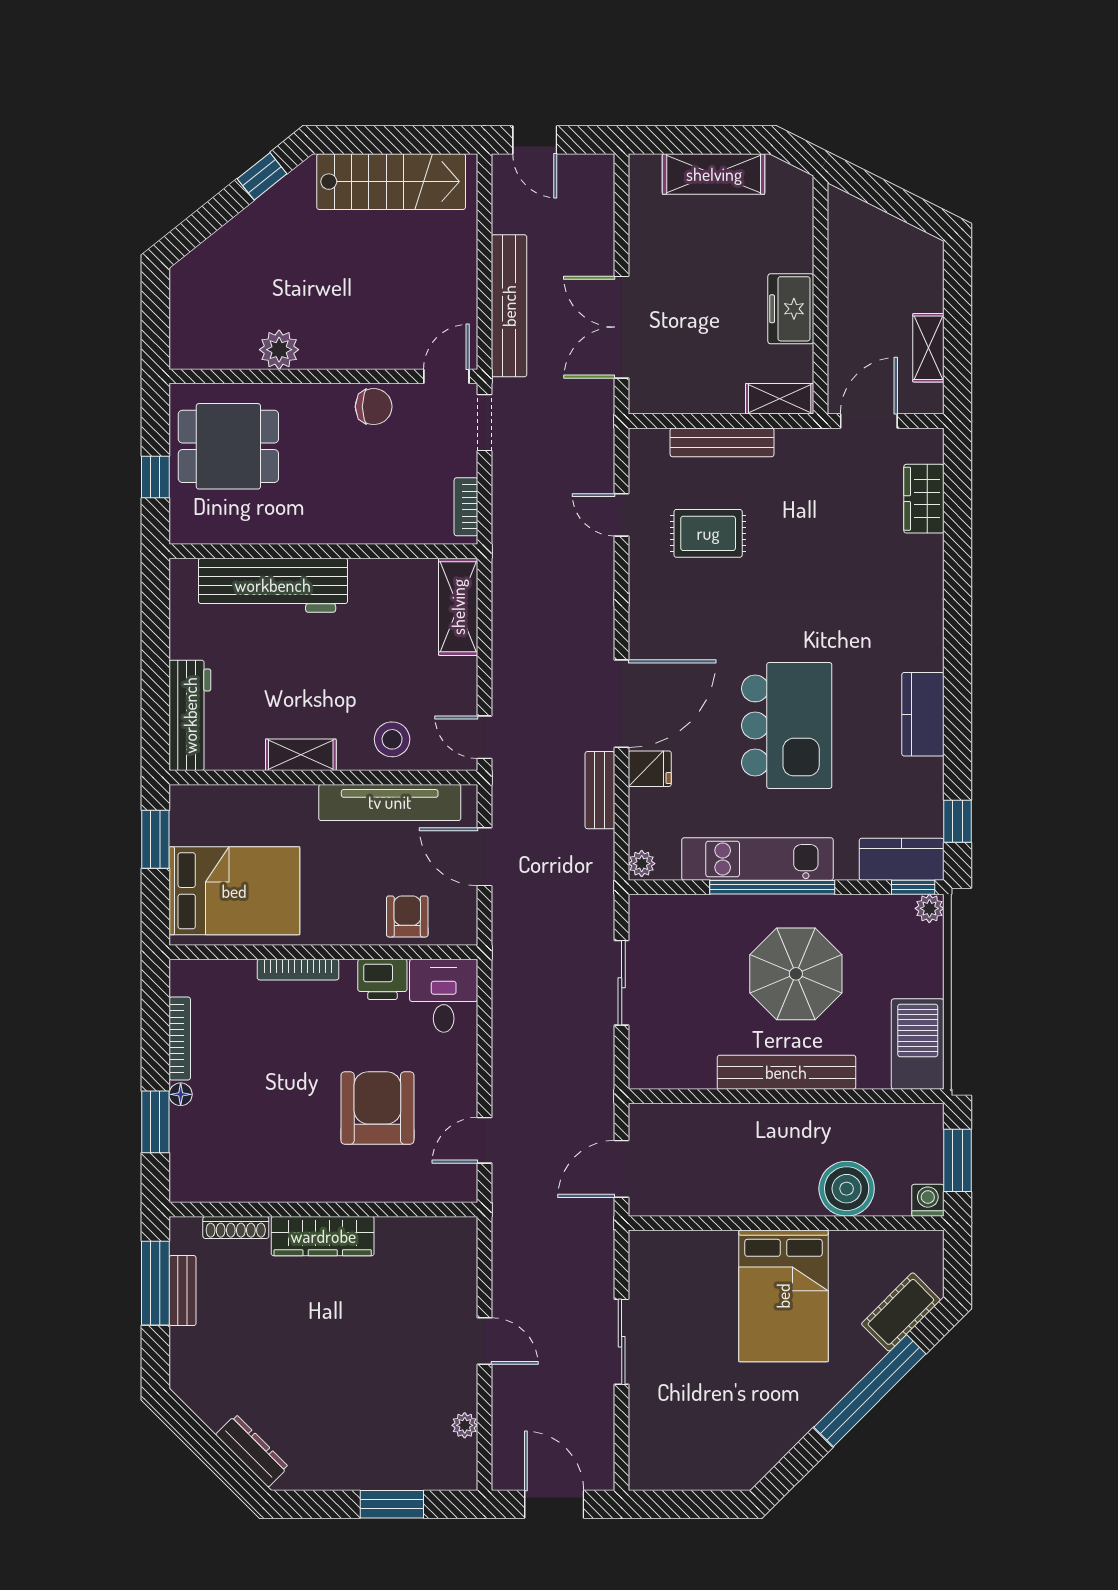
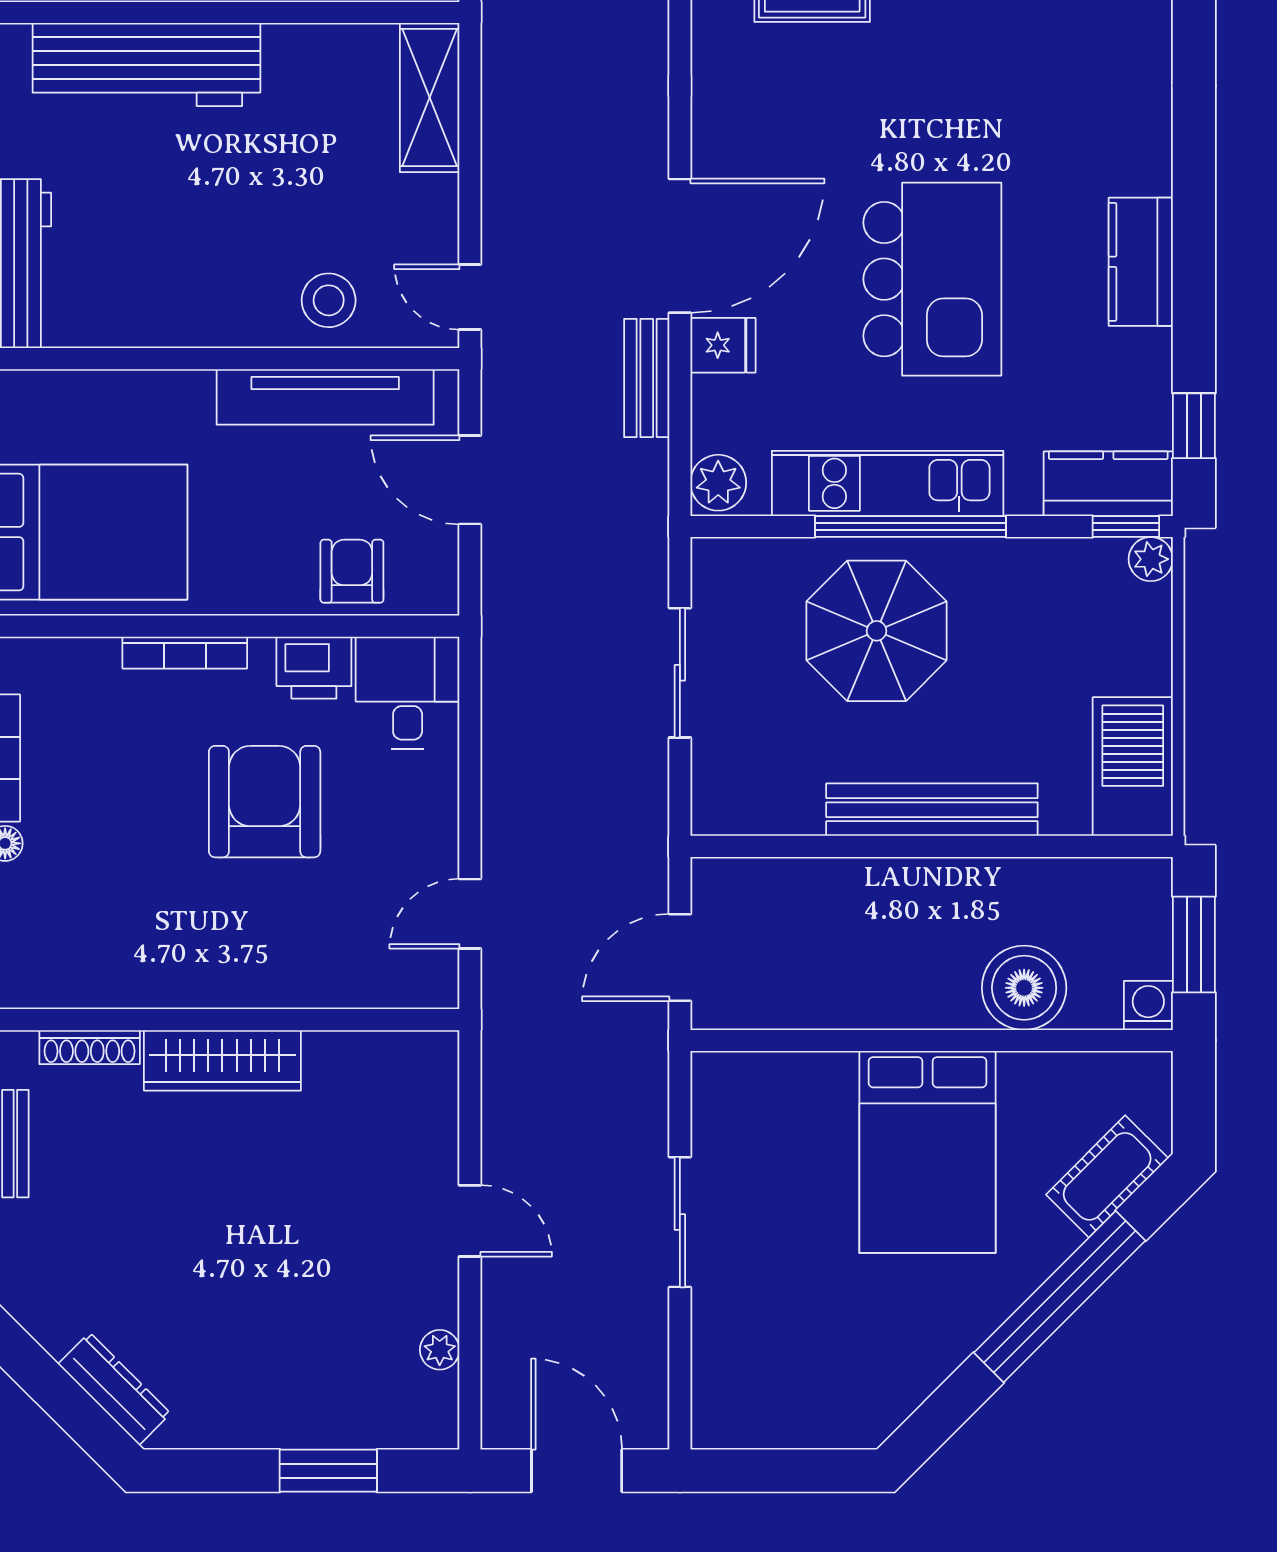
shelving: (301, 755) -> (189, 324), removed
plant: (642, 864) -> (718, 483), width x1.38, depth x1.38
parasol: (796, 974) -> (877, 631), moved
armchair: (377, 1108) -> (265, 802), moved

